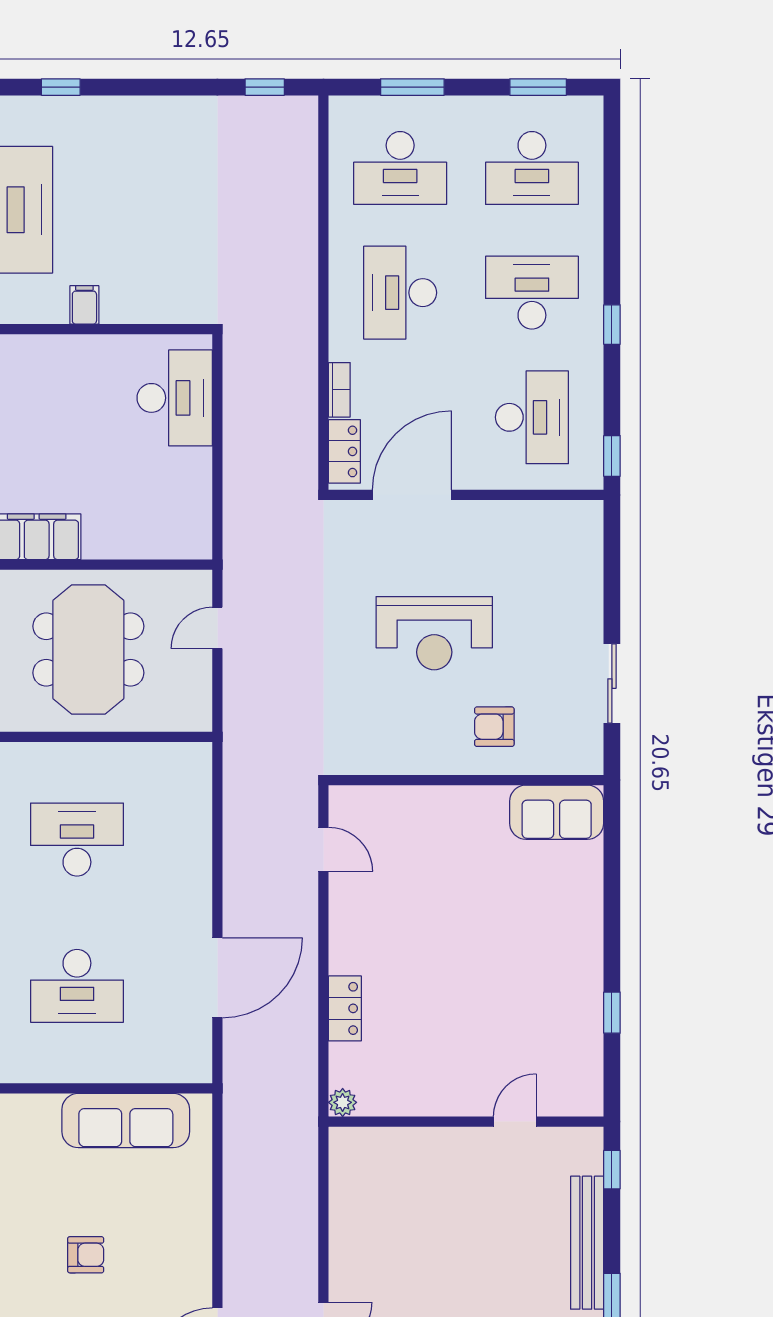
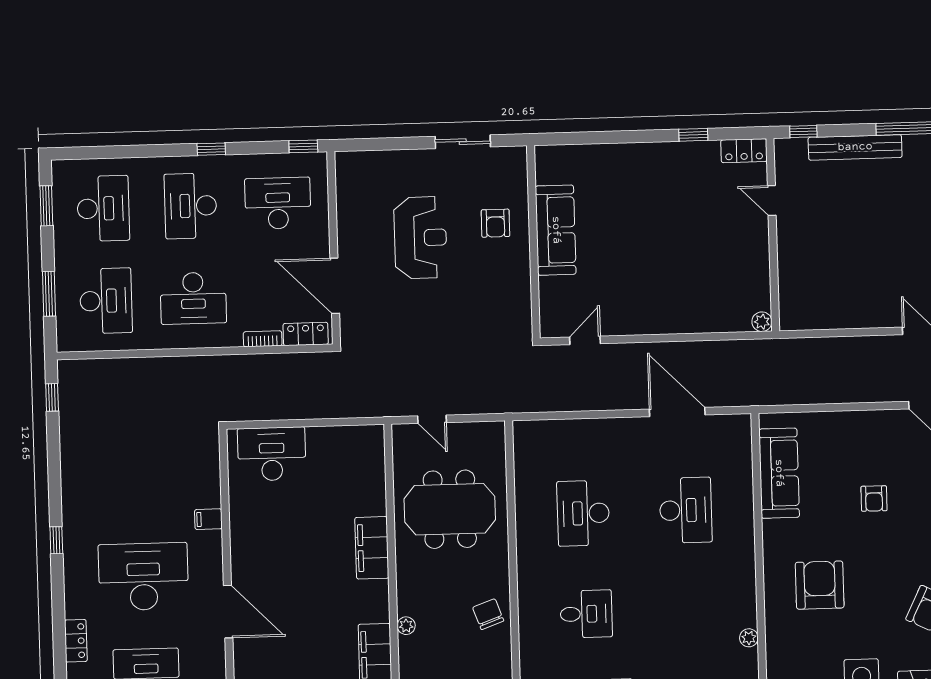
reception desk: (434, 633) -> (420, 238), moved
sofa: (557, 812) -> (556, 230), moved, width x1.36
locker: (345, 1008) -> (744, 151), moved, turned 180
armchair: (86, 1255) -> (874, 499), turned 180

